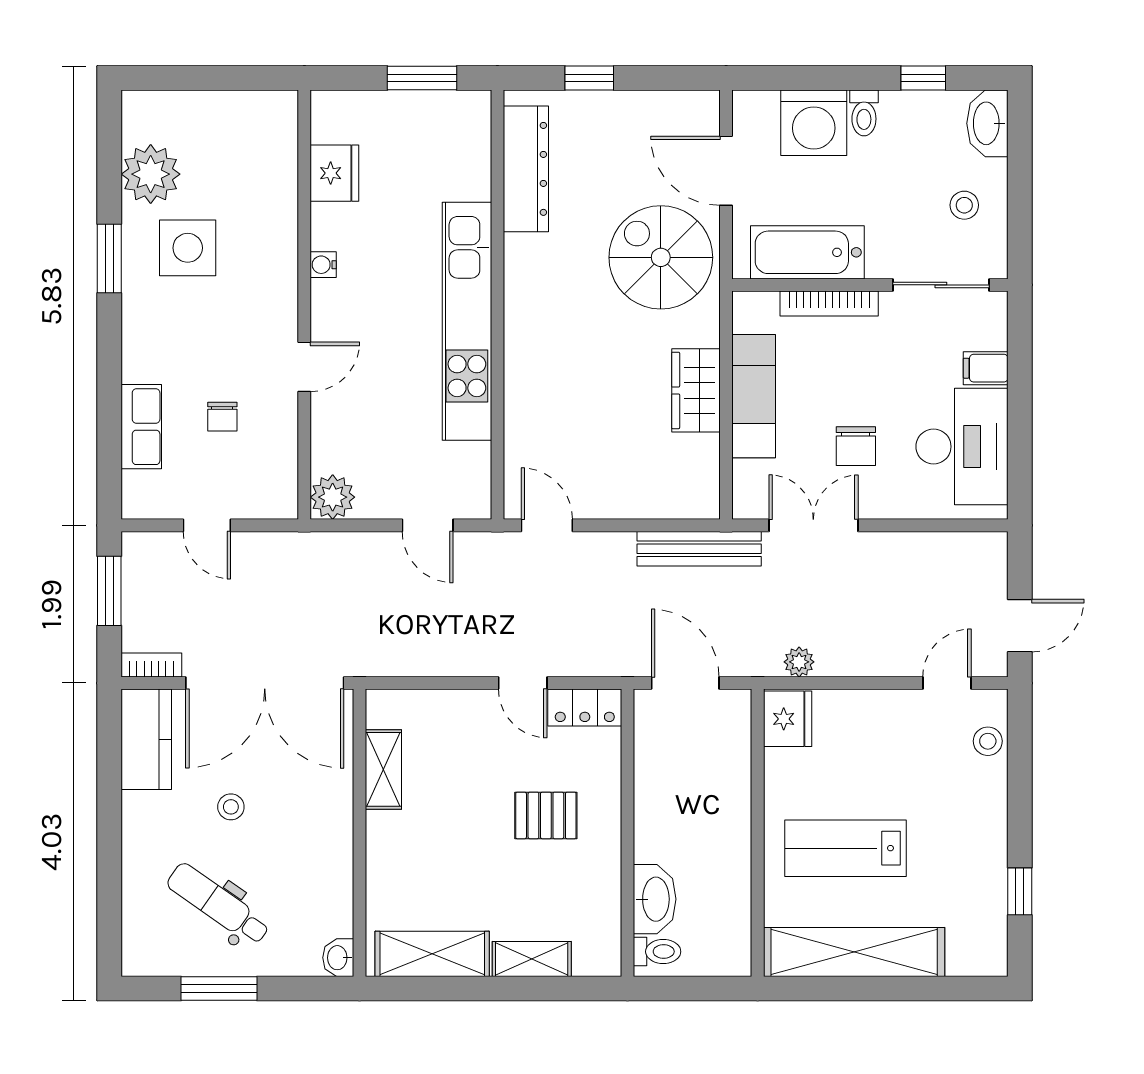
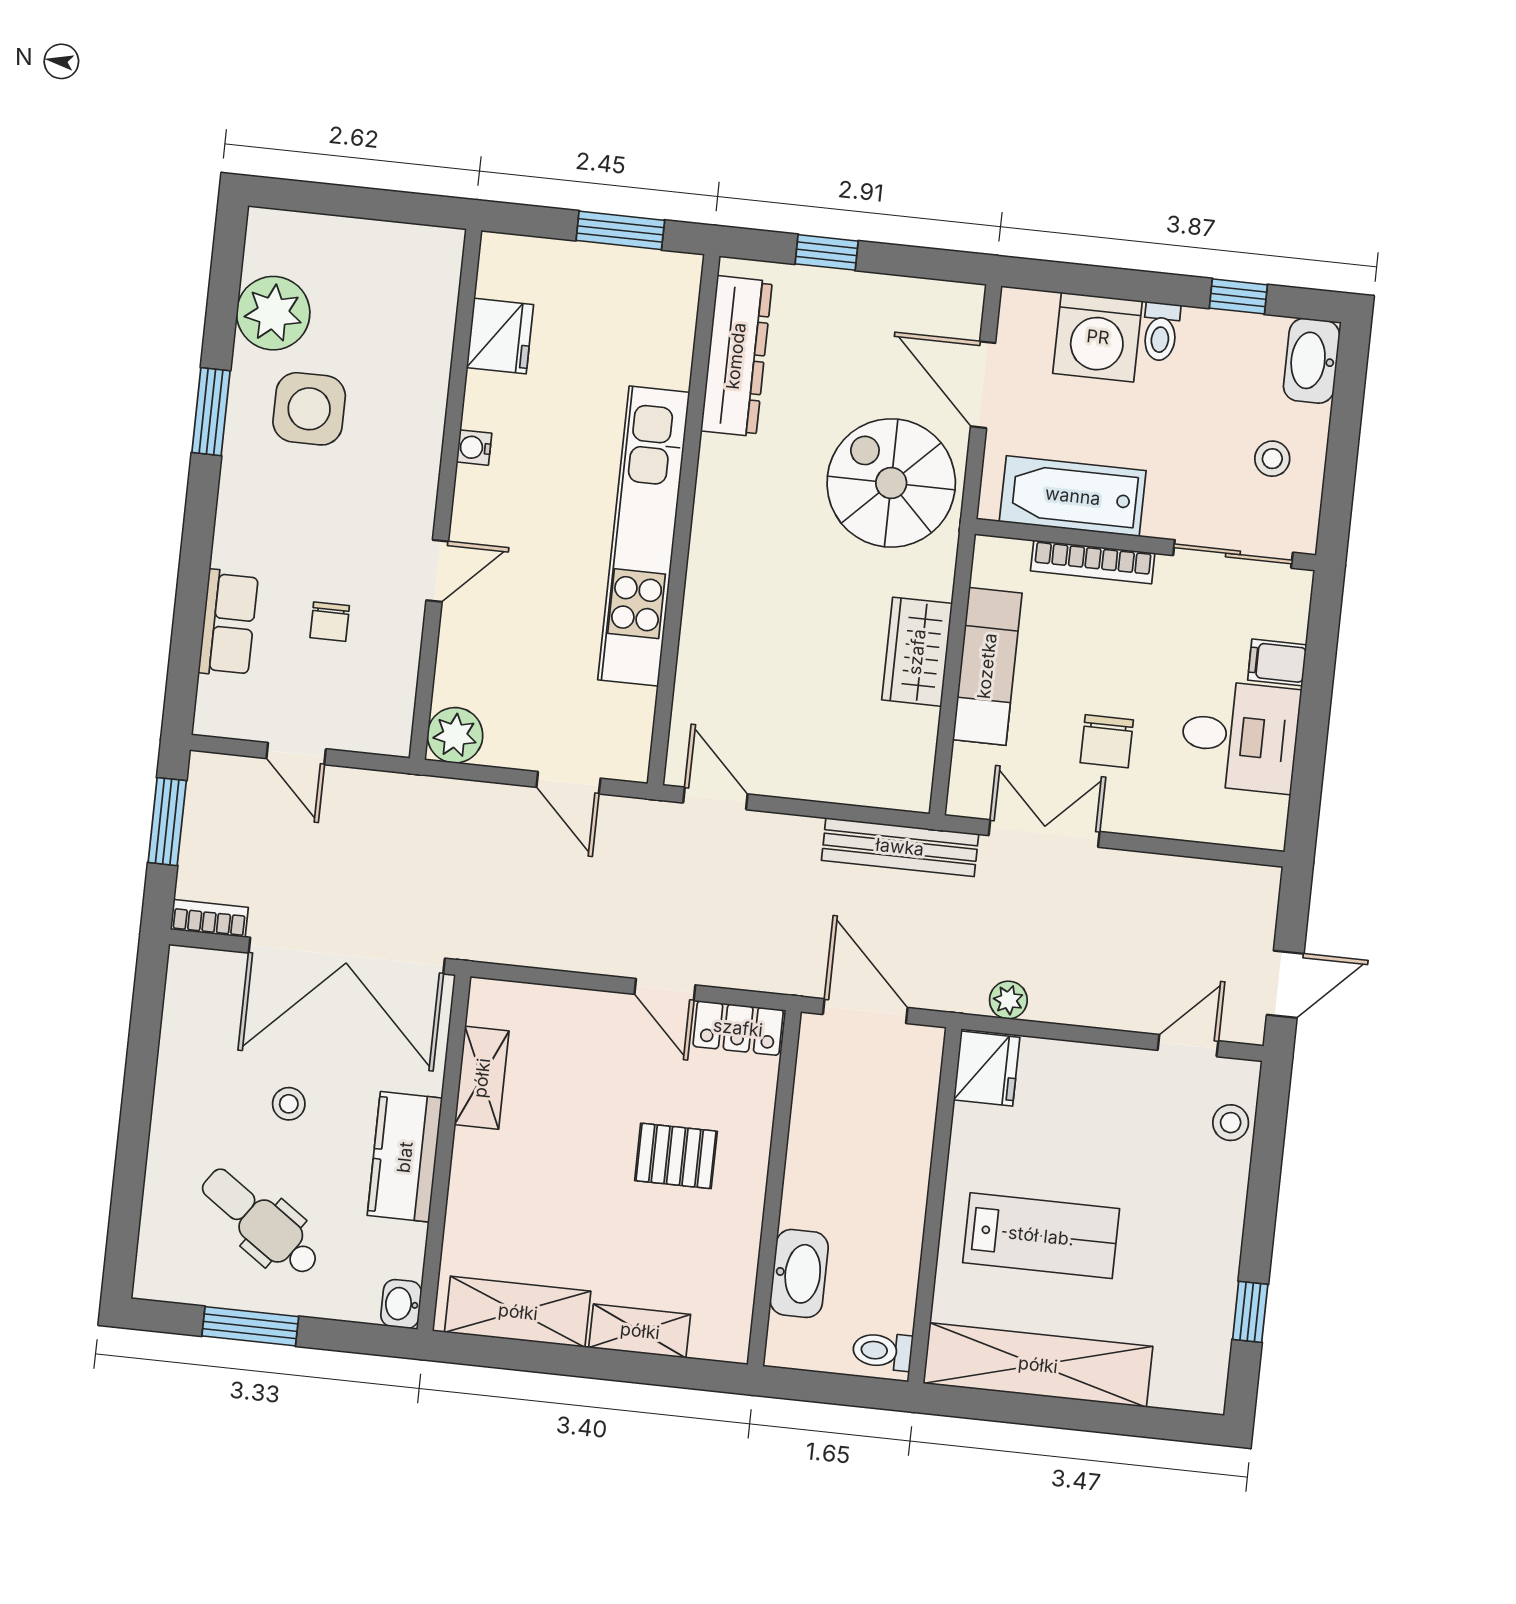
desk: (962, 447) -> (1240, 736), width x0.73
kitchen counter: (146, 739) -> (405, 1157), moved, turned 180
lab bench: (846, 848) -> (1041, 1236), turned 180
toilet: (657, 952) -> (882, 1351), moved, turned 180

